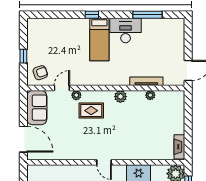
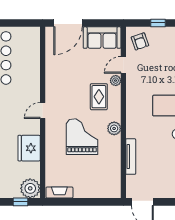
door: (62, 88) -> (123, 65), swing flipped
plant: (150, 95) -> (116, 161), removed
grand piano: (128, 126) -> (82, 137), added

